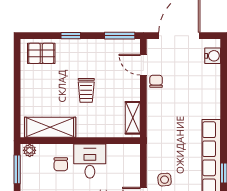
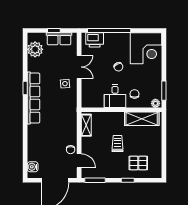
pallet: (41, 53) -> (138, 163), moved

